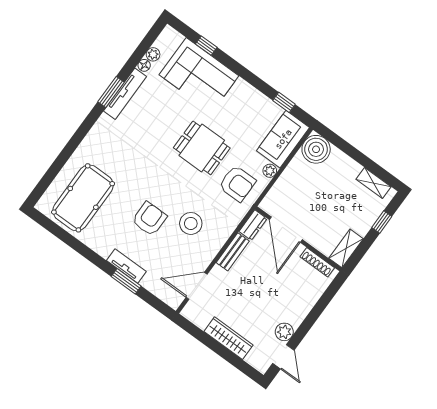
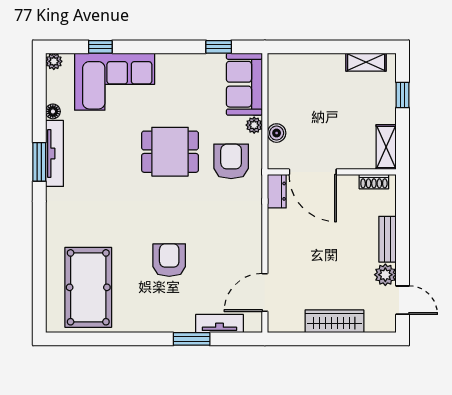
plant: (153, 54) -> (54, 61), moved
boiler: (316, 149) -> (277, 133), moved, width x0.54, depth x0.54
armchair: (237, 184) -> (231, 161), turned -90
stool: (191, 223) -> (214, 235), removed
bench: (233, 252) -> (388, 239), moved
shoe rack: (317, 262) -> (374, 182), width x0.70
tv unit: (126, 266) -> (219, 324), moved

